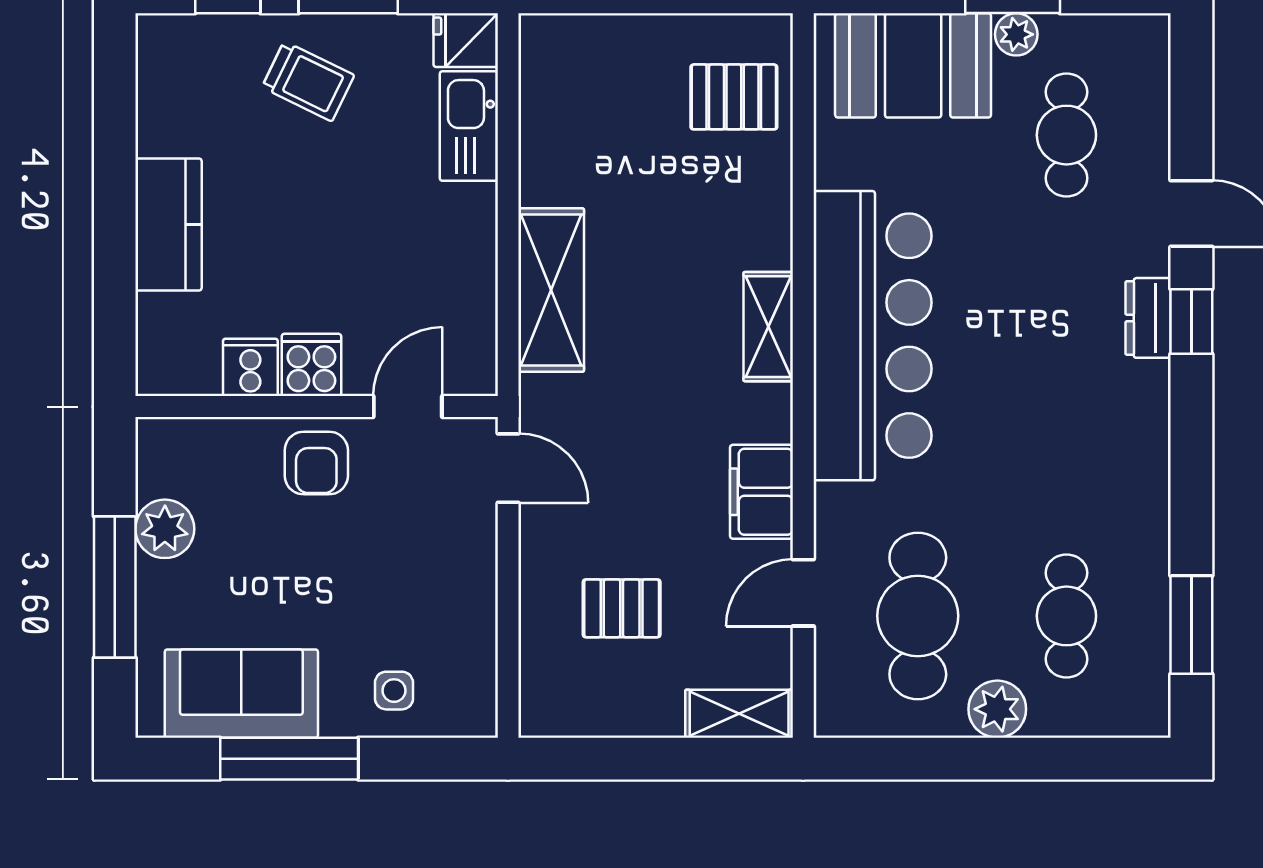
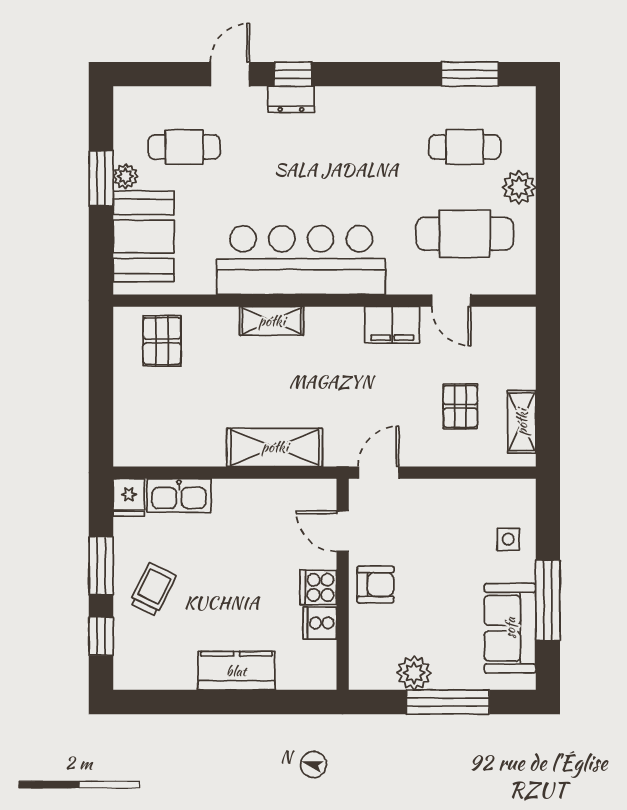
shelving: (768, 327) -> (272, 321), moved
shelving: (739, 714) -> (522, 422), moved

